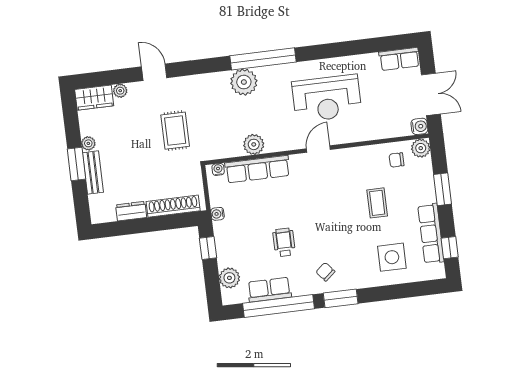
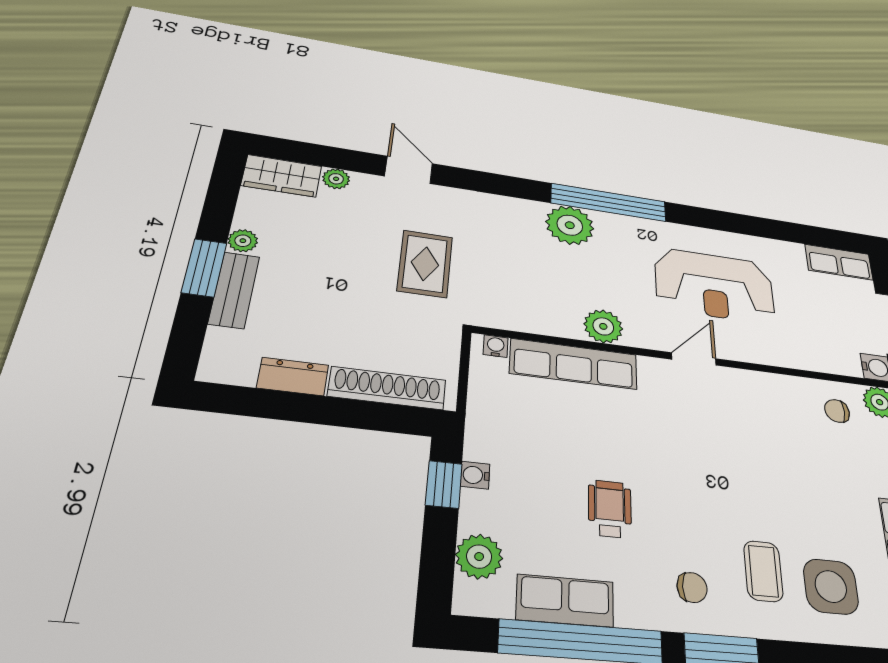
plant: (254, 144) -> (603, 326), moved
coffee table: (377, 203) -> (763, 571), moved
water cooler: (218, 214) -> (475, 475), moved
chair: (325, 272) -> (692, 587), turned 130

